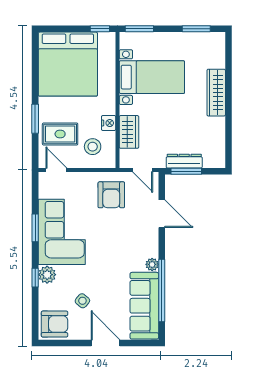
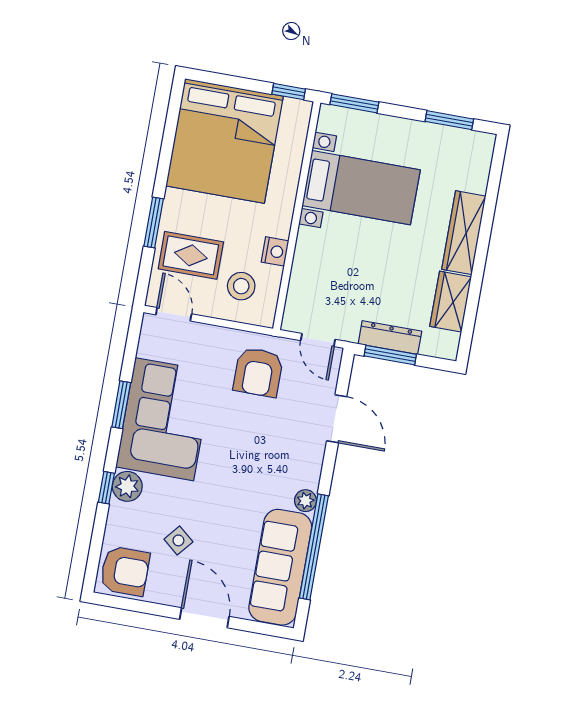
wardrobe: (129, 132) -> (451, 302), moved, turned 180

